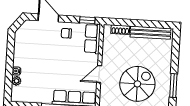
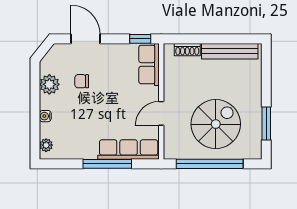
chair: (66, 33) -> (82, 81), moved
plant: (21, 49) -> (49, 84), added
plant: (17, 81) -> (46, 145), moved

